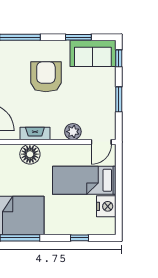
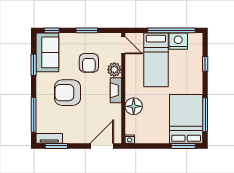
armchair: (81, 102) -> (89, 63), added
fireplace: (35, 133) -> (116, 90), moved
window: (119, 198) -> (172, 30), added

